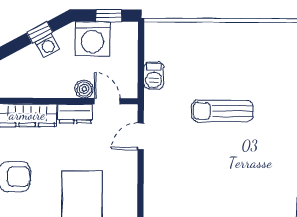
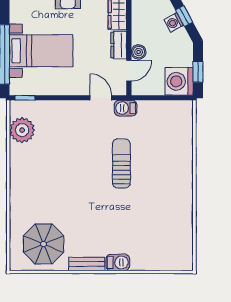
washing machine: (92, 39) -> (179, 81), moved
barbecue: (154, 76) -> (126, 108), moved

